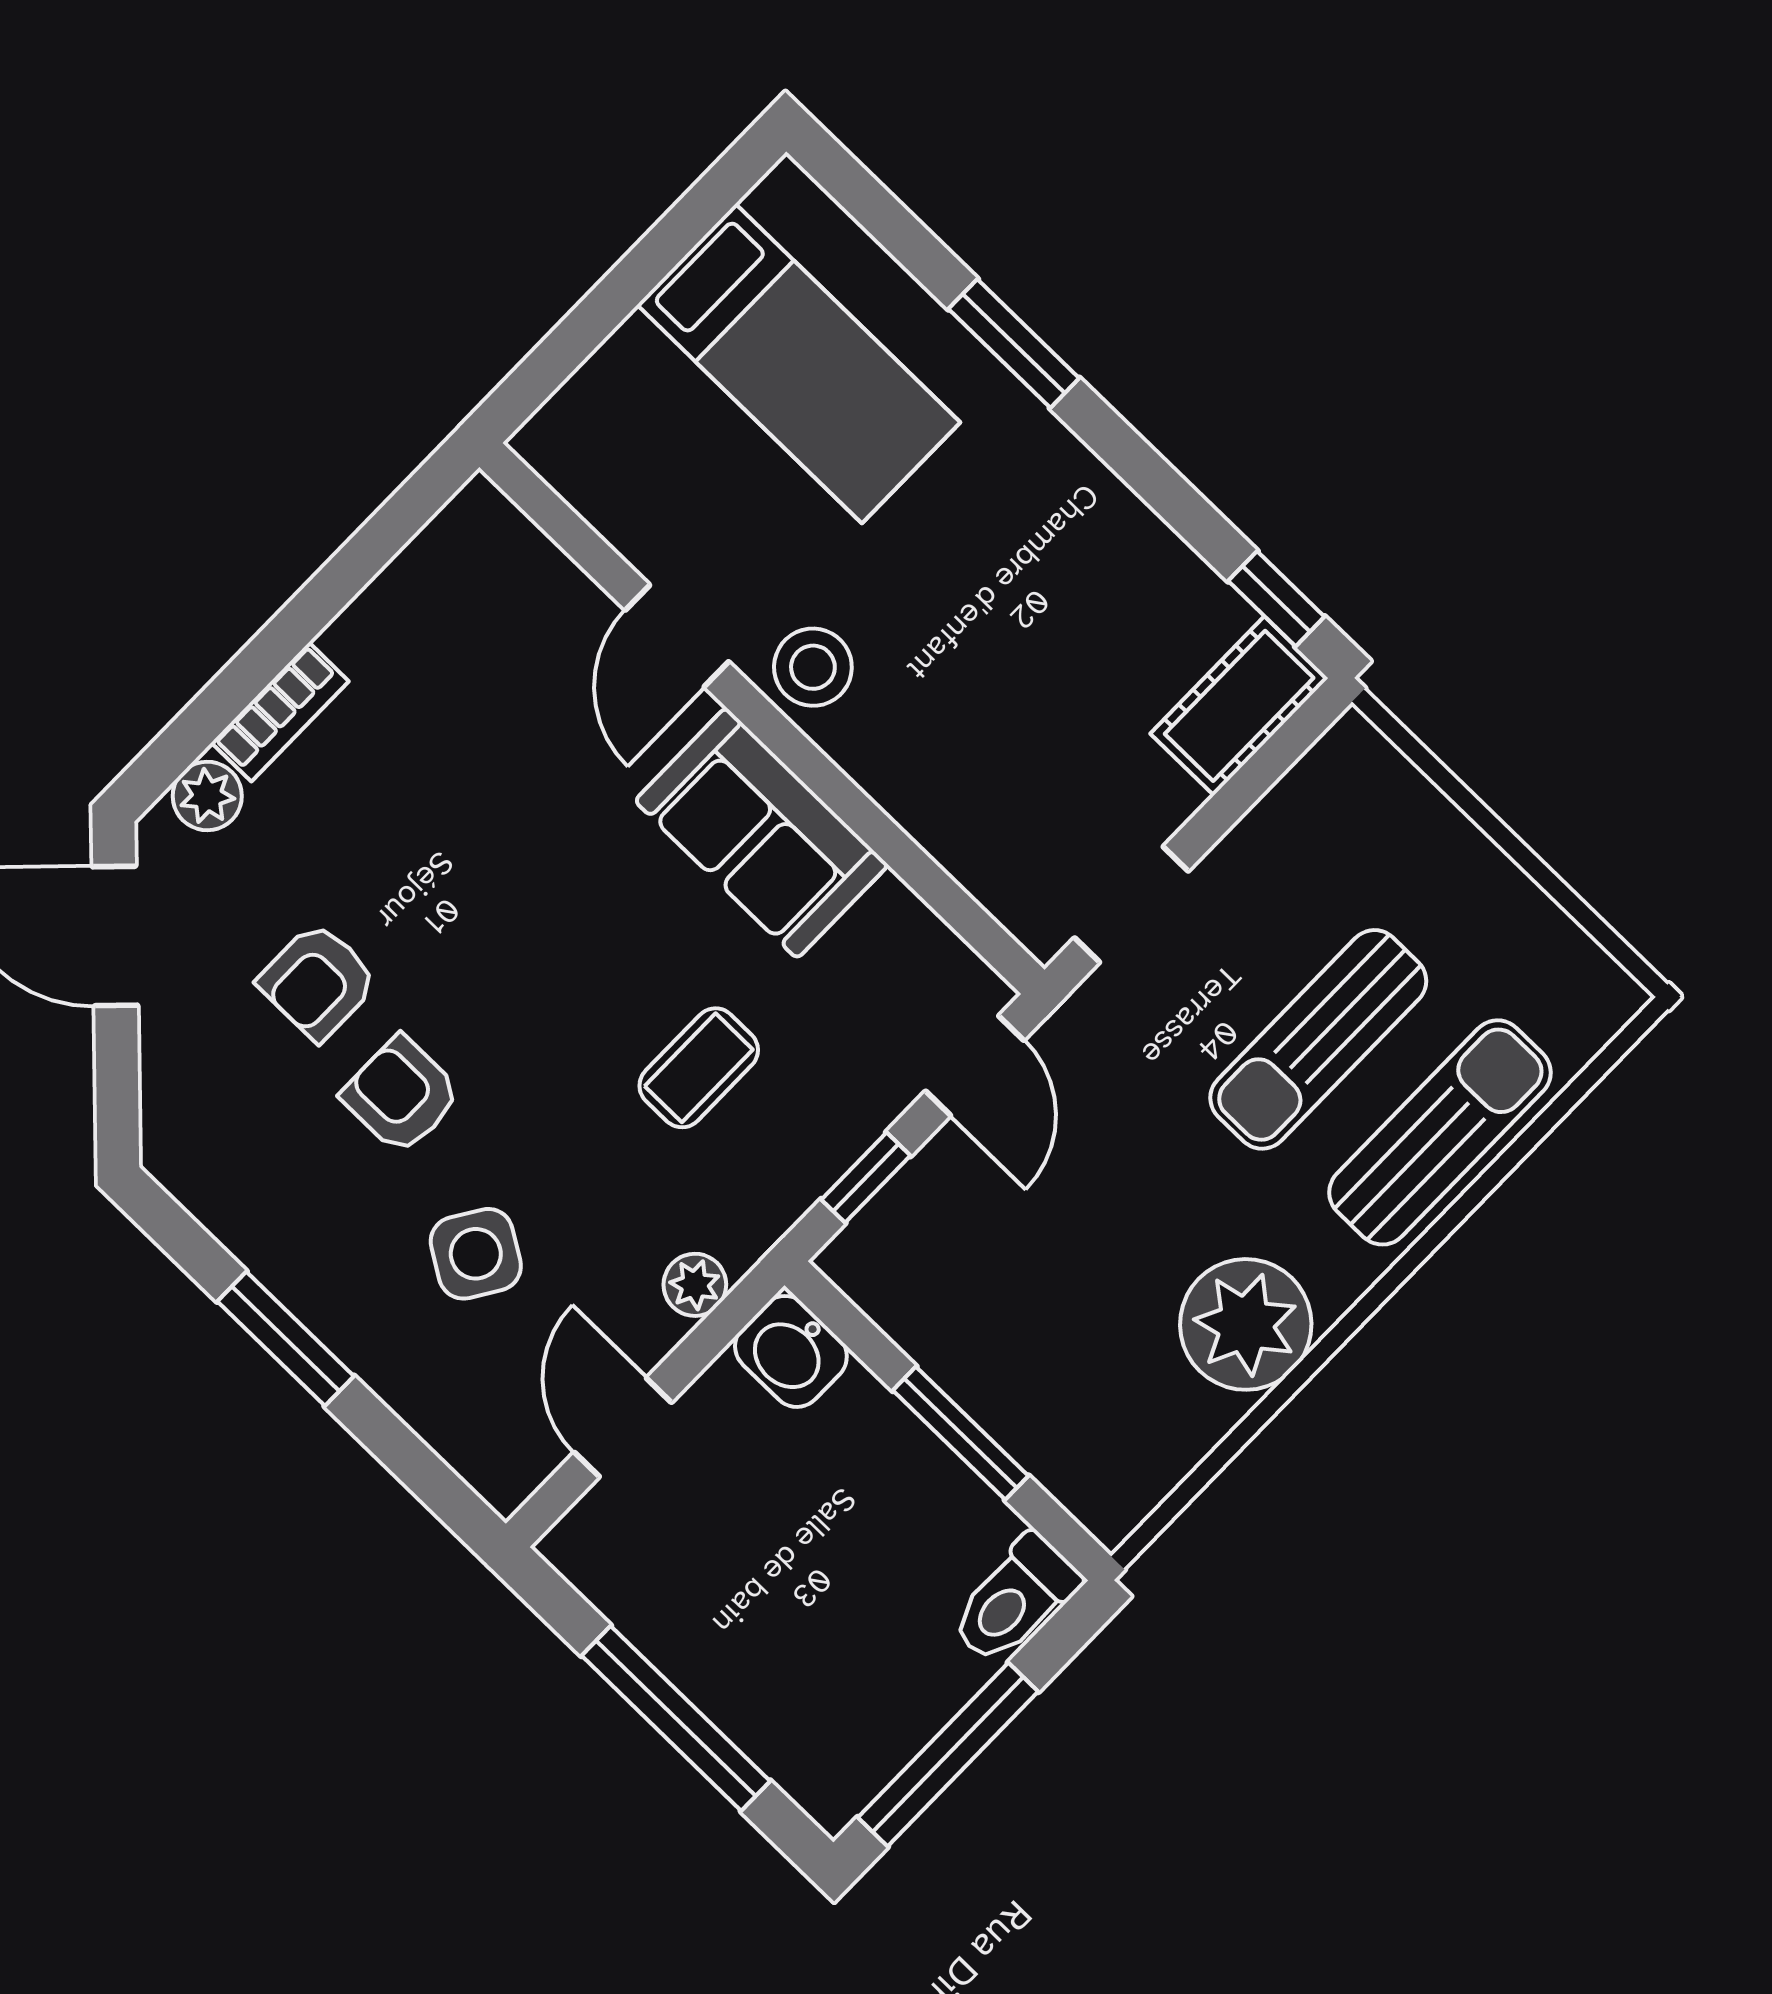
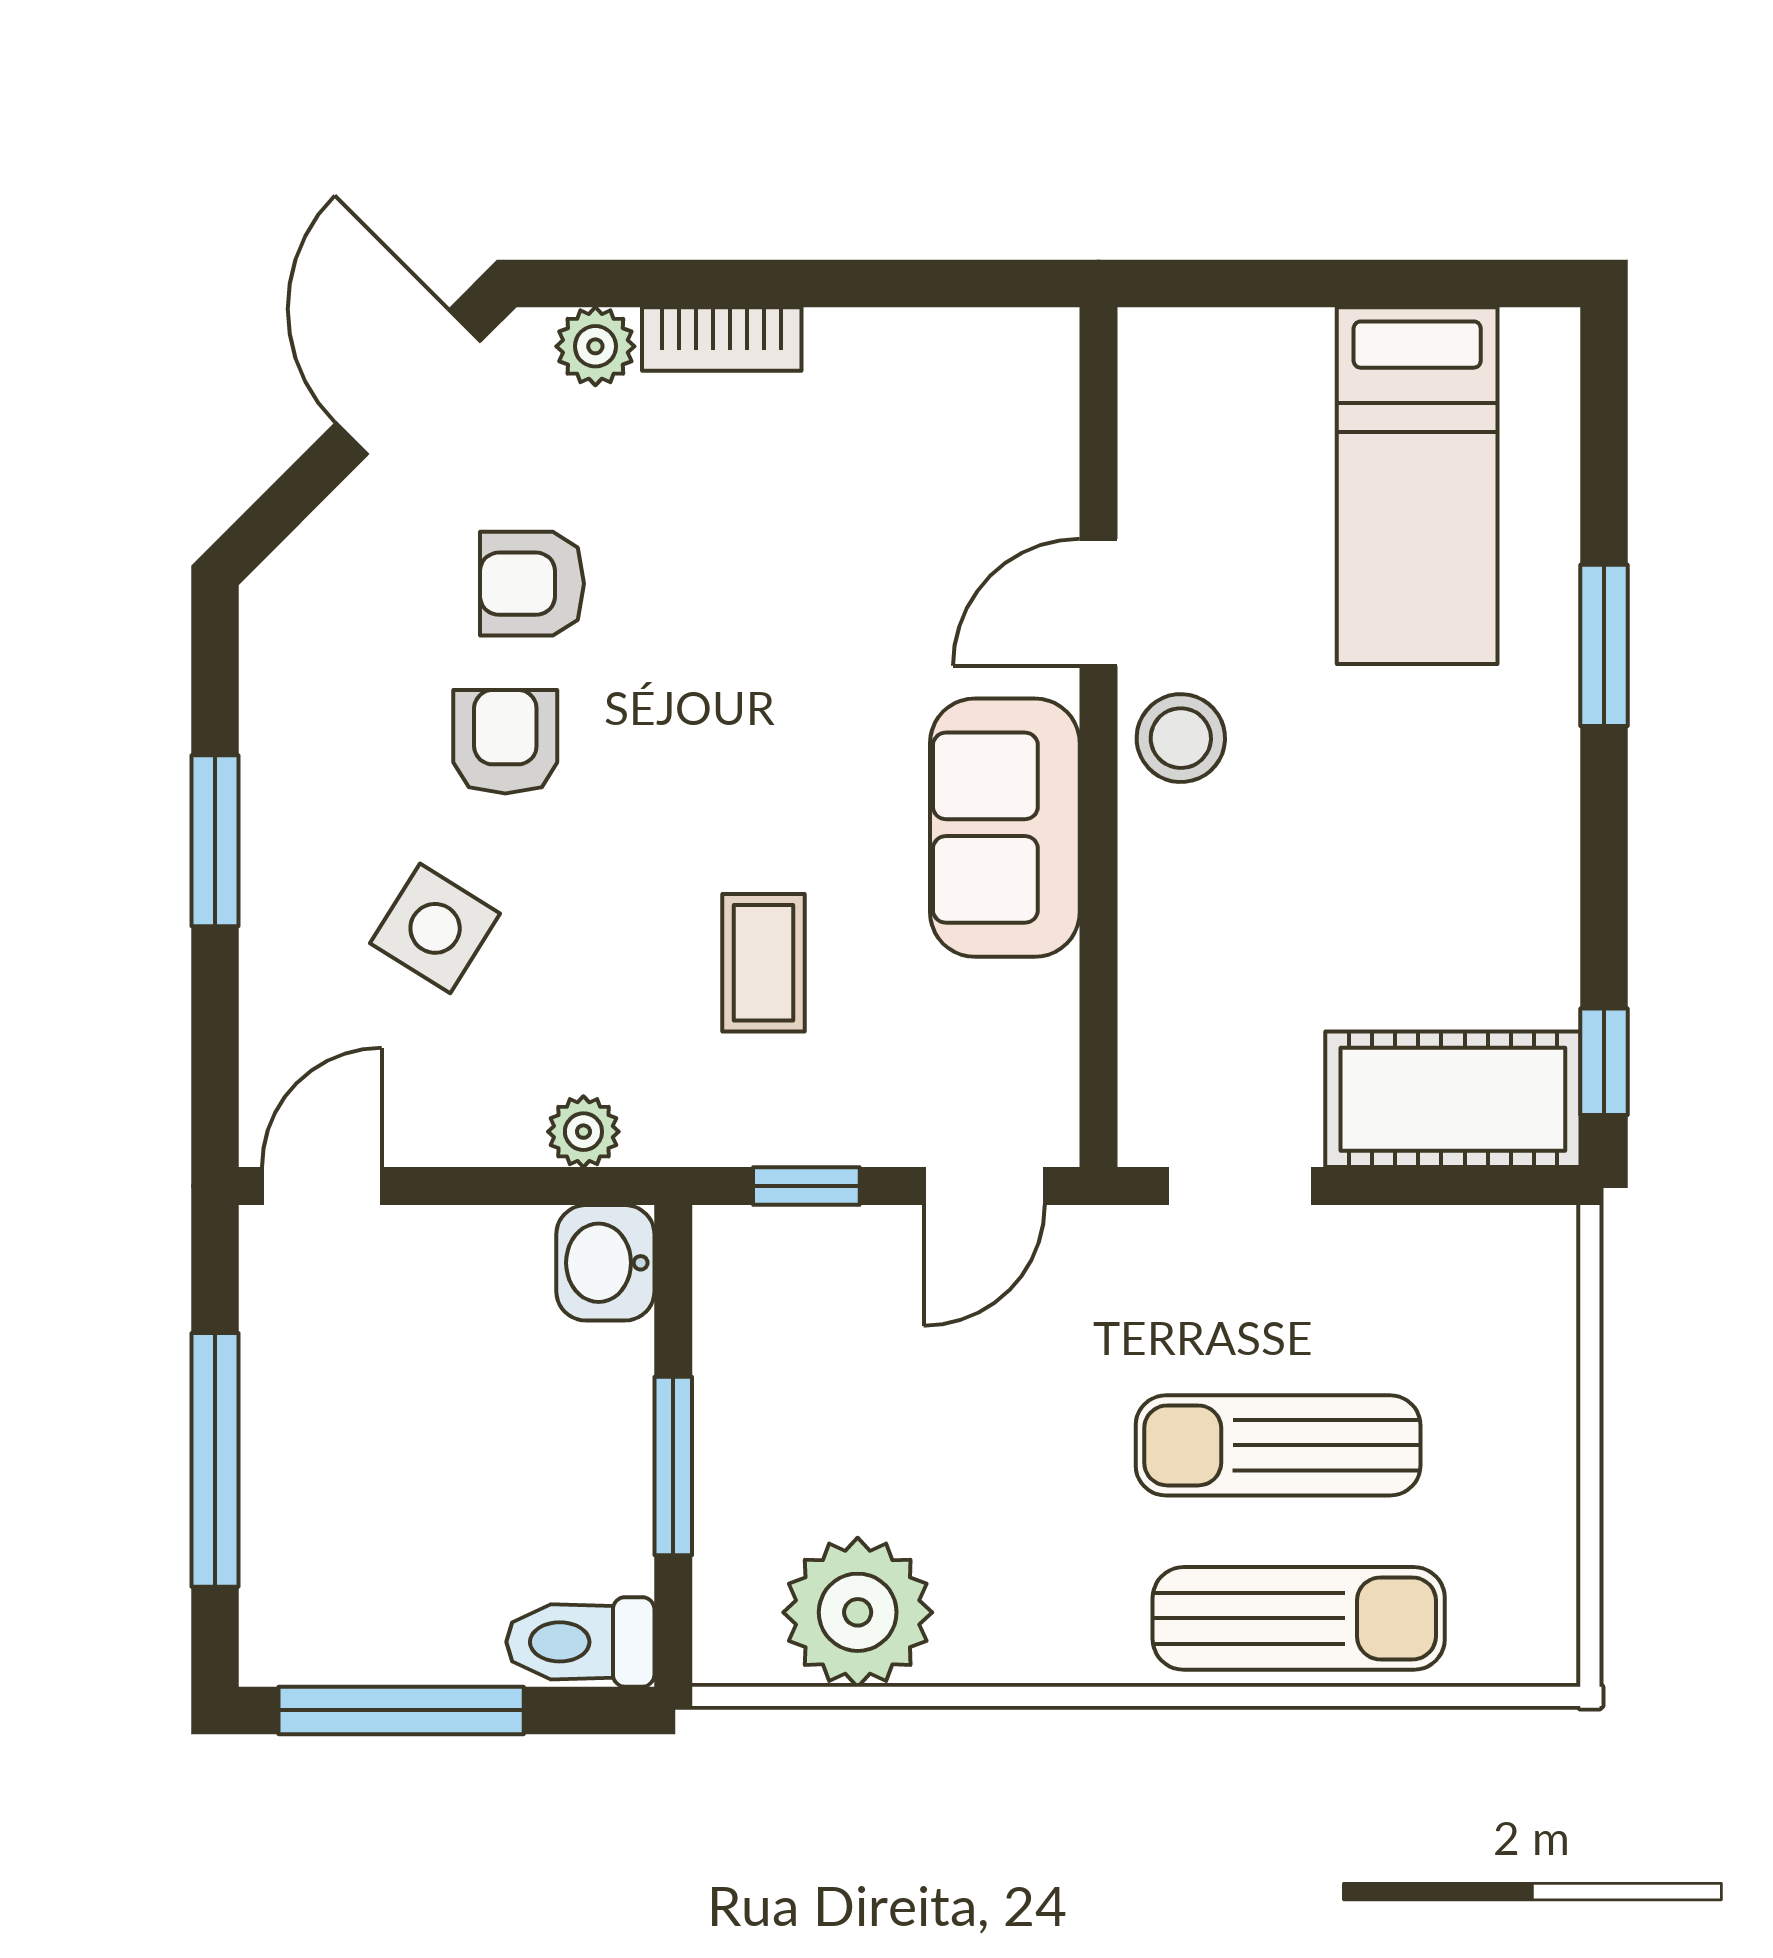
cot: (1239, 706) -> (1453, 1099), width x1.37, depth x1.34
coffee table: (699, 1068) -> (764, 963), turned 90
plant: (1246, 1324) -> (858, 1612), moved
door: (623, 1427) -> (322, 1186), moved

